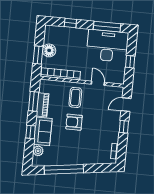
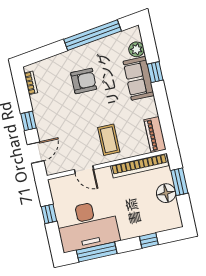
window: (34, 101) -> (165, 116), removed
piano: (43, 105) -> (155, 135), moved
armchair: (74, 122) -> (84, 81), moved

